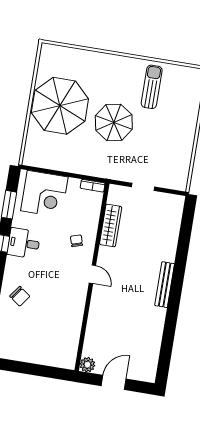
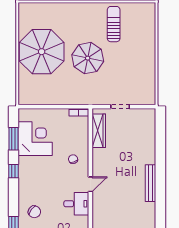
corner desk: (44, 194) -> (35, 139), moved, turned -90
wardrobe: (111, 225) -> (99, 131), moved
desk: (24, 243) -> (76, 204), moved, turned 180
door: (92, 274) -> (90, 184), hinge flipped

